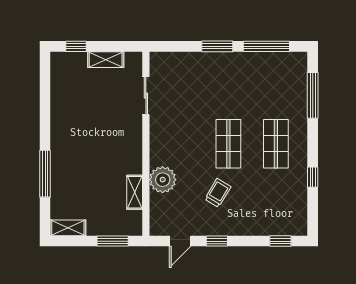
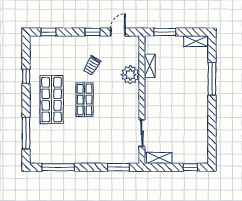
window: (217, 46) -> (118, 167), moved
shelving: (106, 60) -> (159, 158), moved
shop shelf: (276, 144) -> (52, 100), width x1.43, depth x1.36

